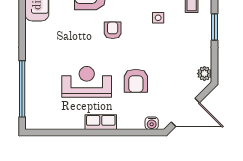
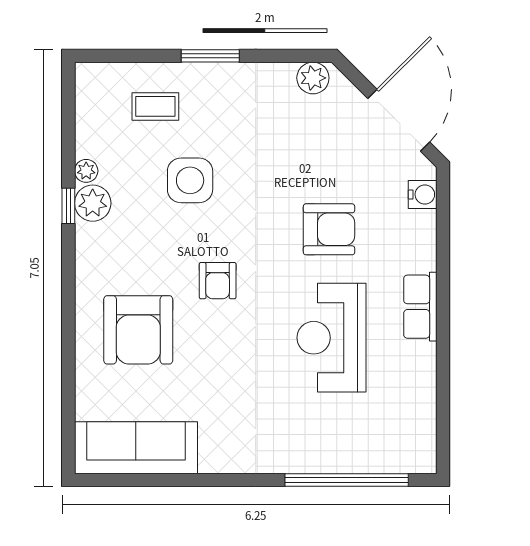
side table: (158, 18) -> (190, 180), width x1.87, depth x1.87
armchair: (113, 30) -> (218, 281), turned -90

